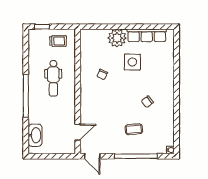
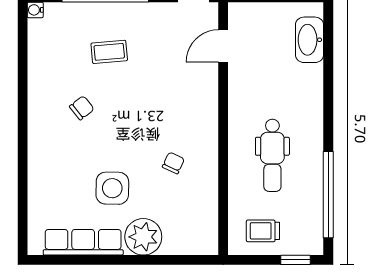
dental chair: (53, 78) -> (272, 155), turned 180
window: (26, 96) -> (328, 195), moved

